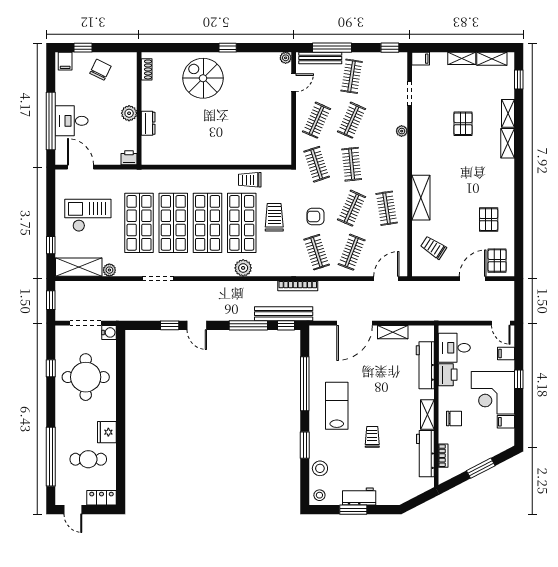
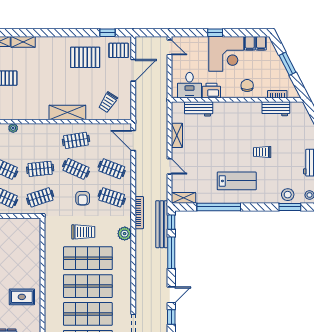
rug: (194, 142) -> (22, 297), added
trolley: (250, 180) -> (53, 252), removed
trolley: (274, 217) -> (83, 232), turned 180
pallet: (489, 220) -> (85, 57), width x1.50, depth x1.42
window: (519, 247) -> (107, 33), added
clothes rail: (317, 252) -> (112, 197), turned 36
plant: (243, 268) -> (125, 234), moved
door: (473, 279) -> (133, 70), swing flipped
door: (355, 323) -> (170, 166), width x0.53
door: (501, 323) -> (170, 47), hinge flipped
filing cabinet: (506, 353) -> (261, 43), moved
workbench: (425, 365) -> (199, 109), width x0.73
lab bench: (337, 406) -> (237, 181), turned 180
shelving: (427, 414) -> (183, 198), moved
window: (305, 445) -> (290, 207), moved
workbench: (425, 454) -> (276, 109), width x0.73

